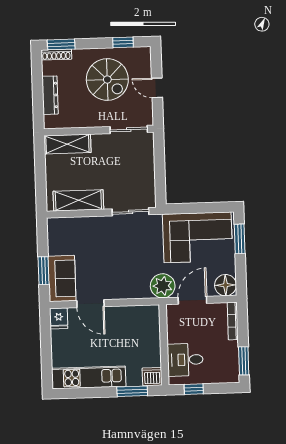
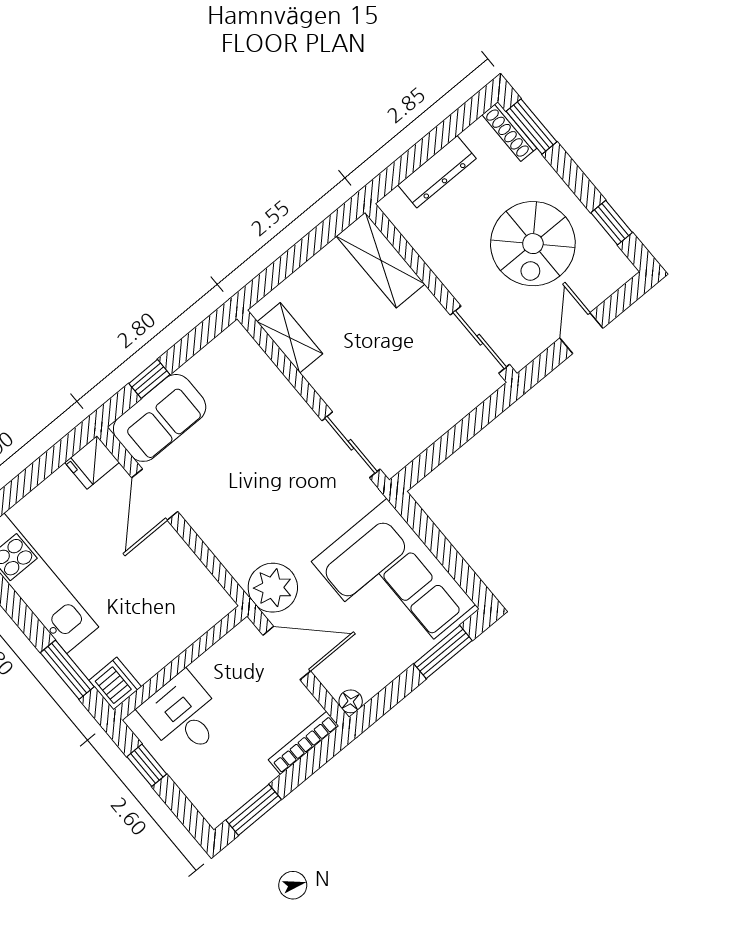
shelving: (78, 200) -> (290, 338), width x0.67, depth x0.75
window: (44, 271) -> (149, 379), width x0.67
floor lamp: (225, 285) -> (351, 701), width x0.53, depth x0.53

